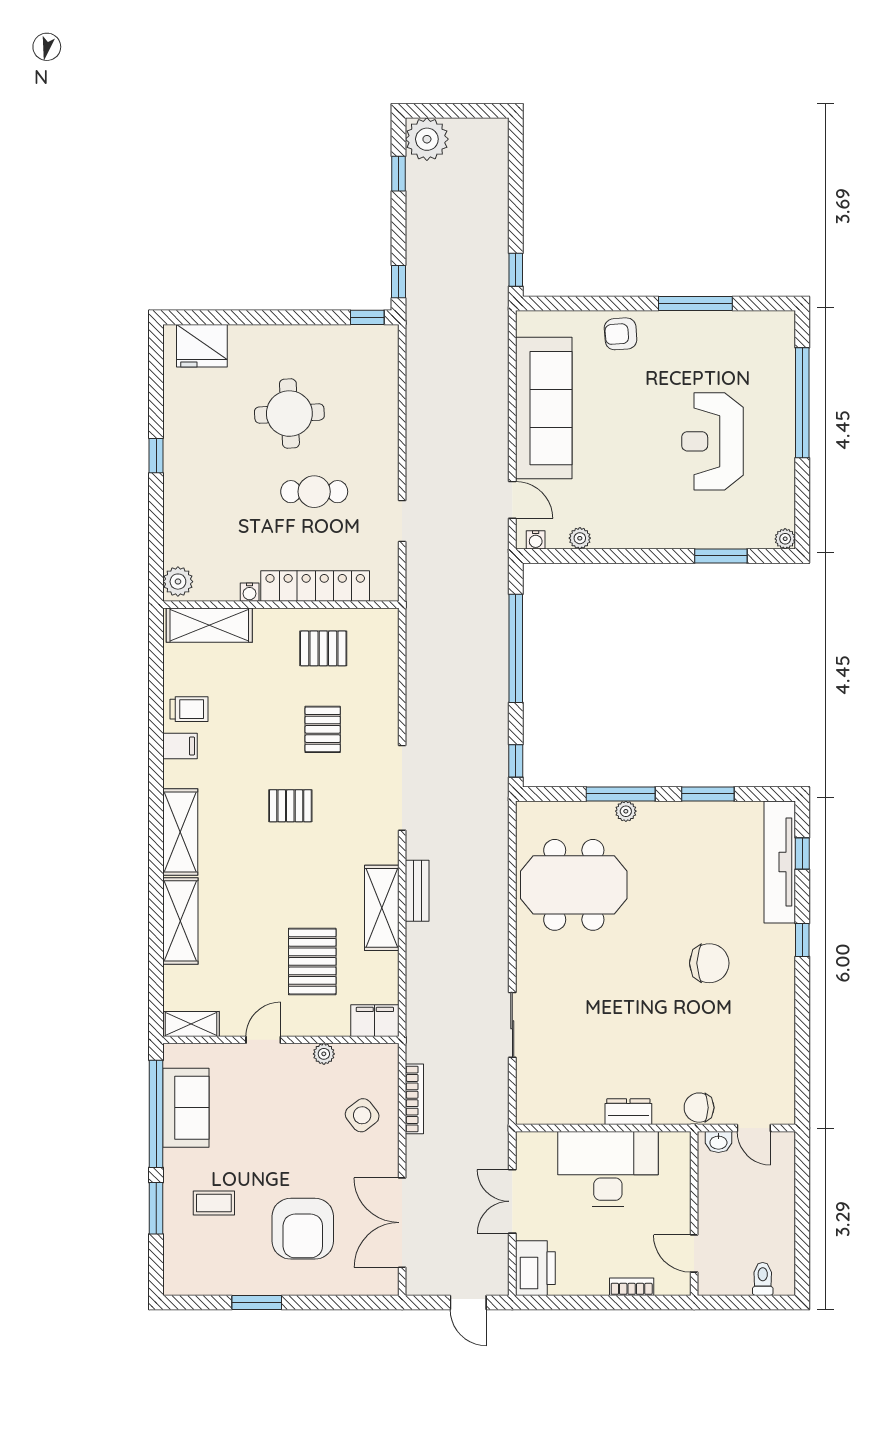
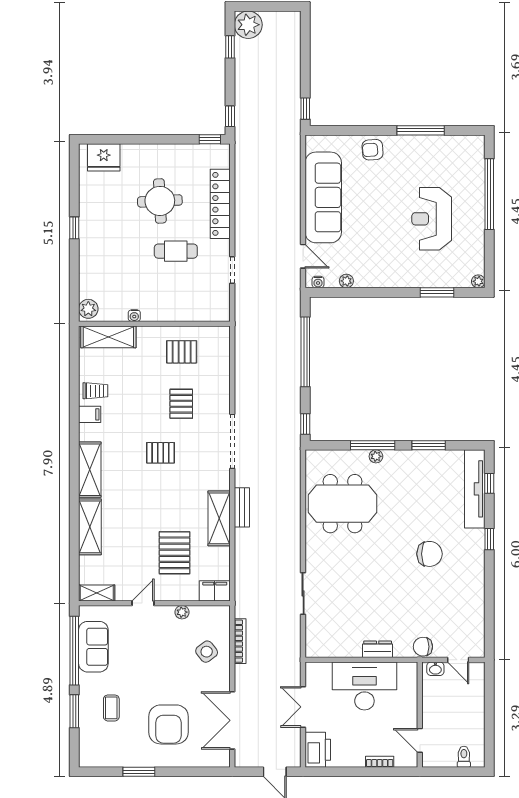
locker: (315, 586) -> (220, 204), moved, turned -90
coffee table: (214, 1203) -> (111, 708), turned 90

